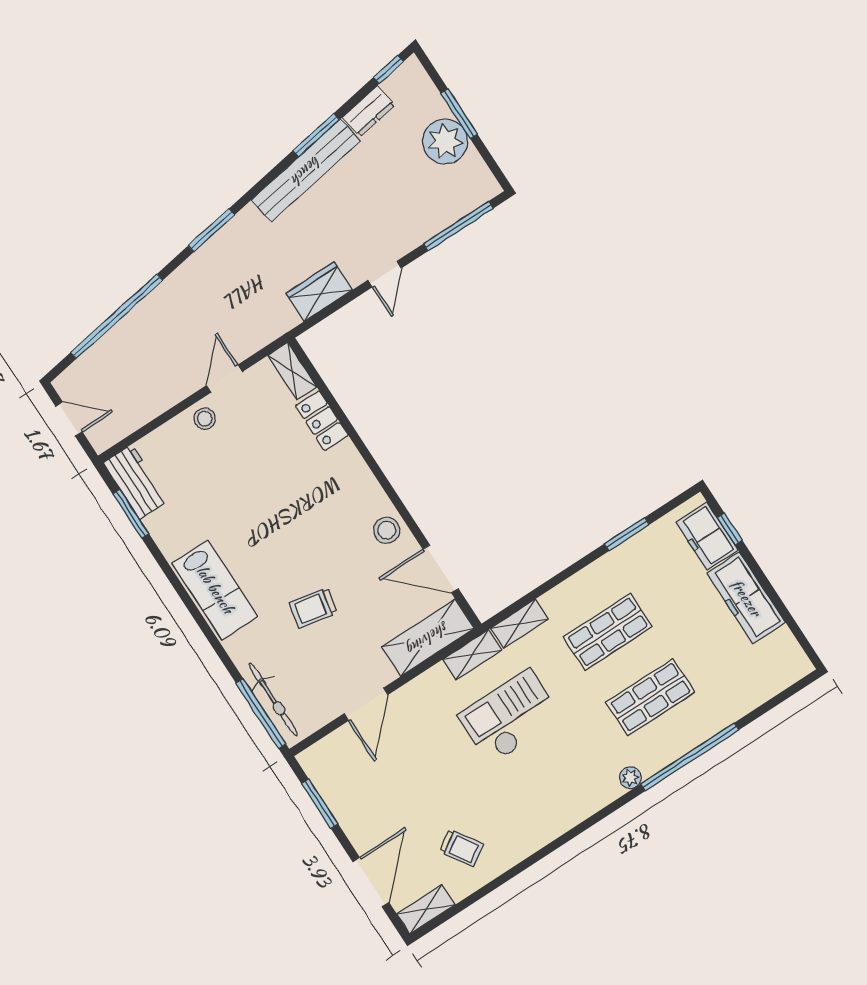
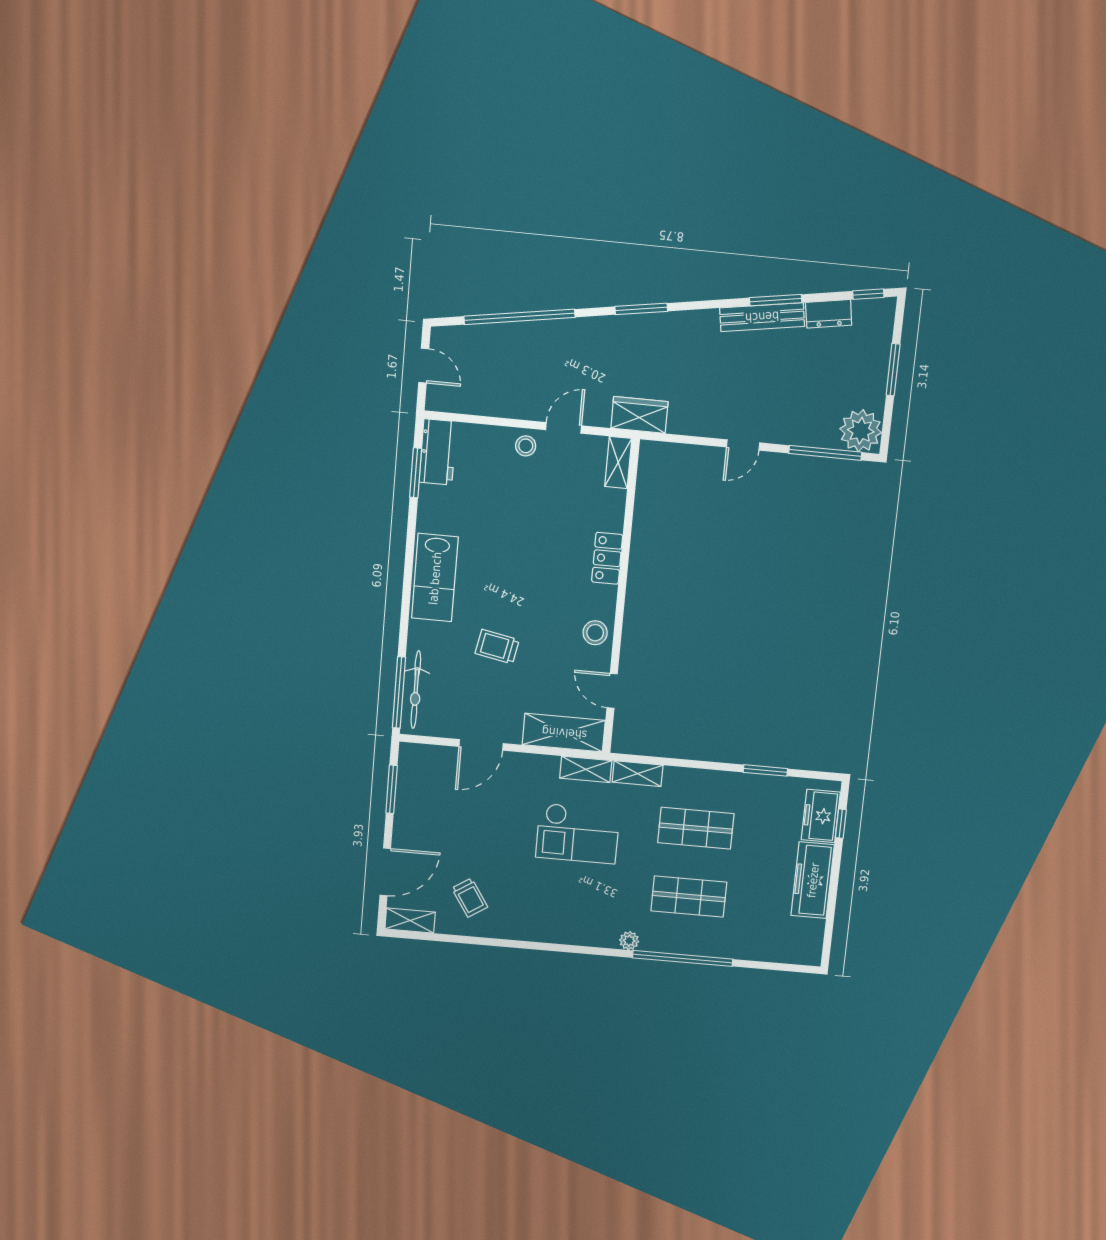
plant: (445, 141) -> (861, 431), moved
bench: (306, 170) -> (762, 317), width x0.73, depth x0.82
wardrobe: (319, 292) -> (639, 415), moved
locker: (322, 421) -> (607, 558), moved
door: (441, 569) -> (612, 691), width x0.73
checkout: (510, 717) -> (578, 833), turned 180

